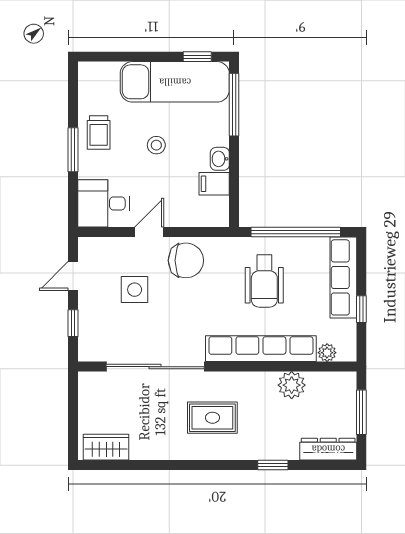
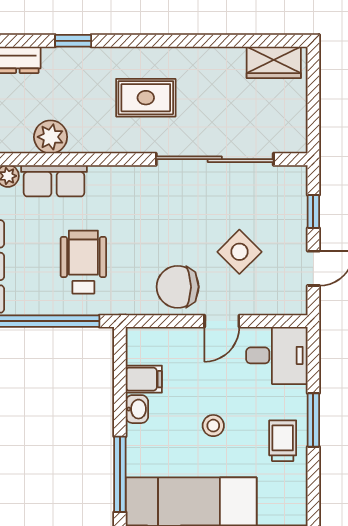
side table: (135, 290) -> (239, 252), turned 45
row of seats: (261, 349) -> (54, 181), width x0.50

